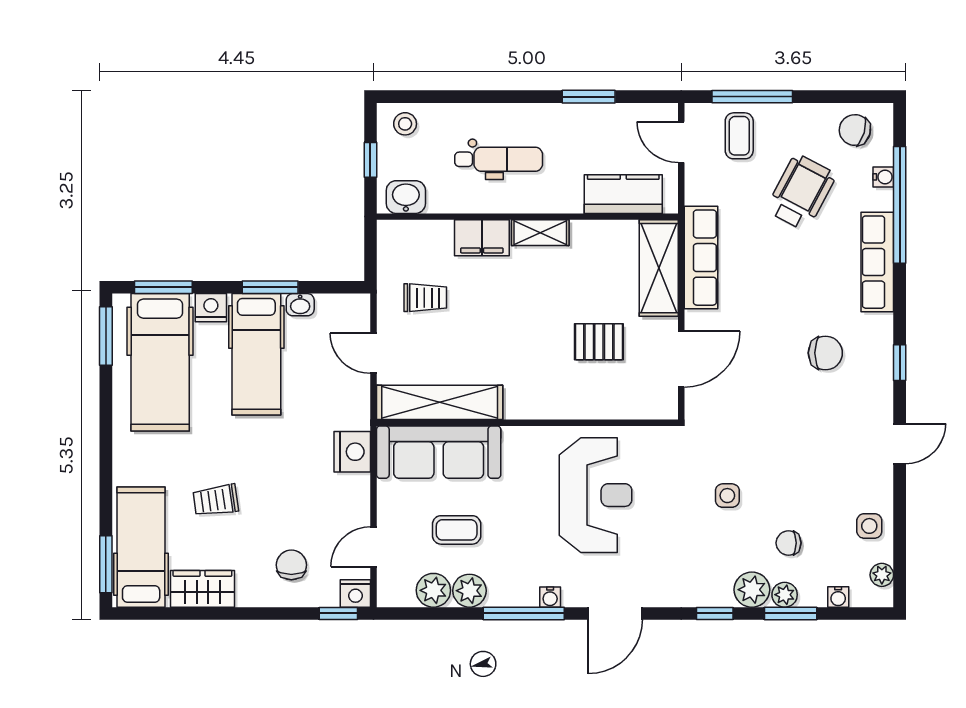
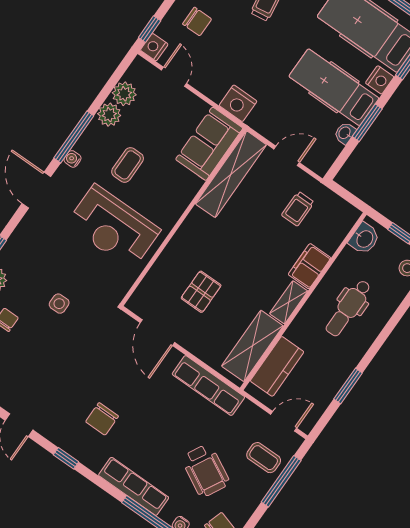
shelving: (659, 268) -> (252, 346), moved, turned 90
sofa: (439, 452) -> (209, 144), width x0.73
coffee table: (457, 530) -> (128, 165), moved

